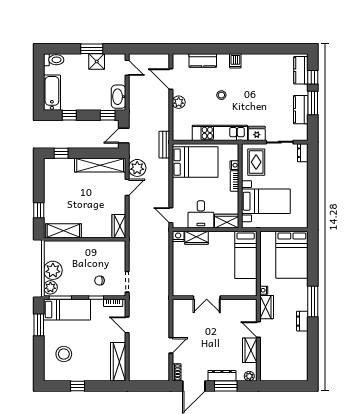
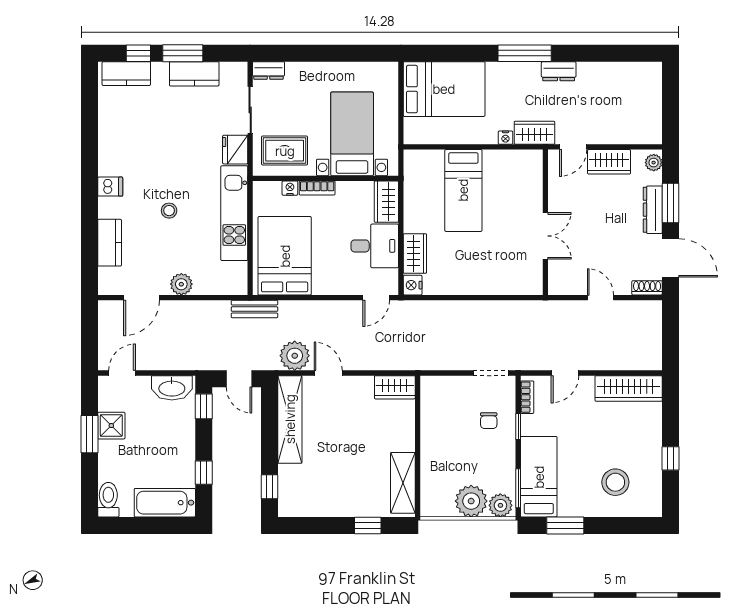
bed: (246, 255) -> (463, 190), moved, turned 90
double door: (207, 298) -> (545, 236), moved
wall: (215, 298) -> (545, 222), moved

